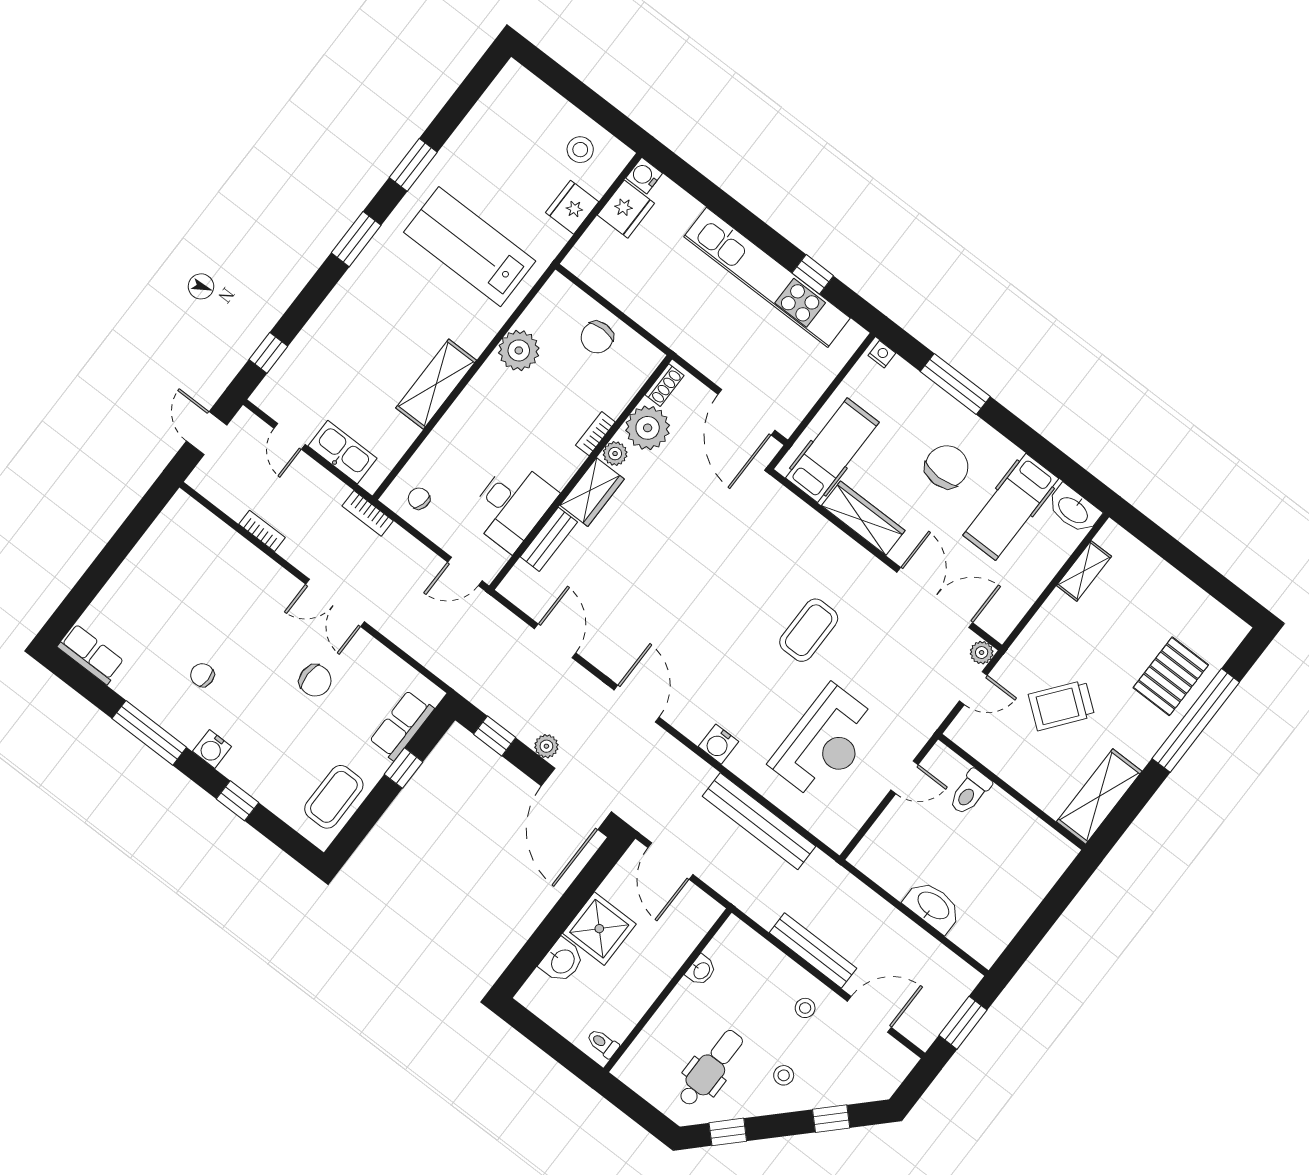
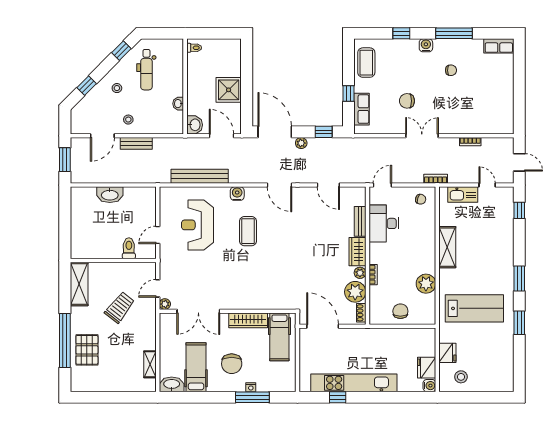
nightstand: (882, 354) -> (251, 387), moved
coffee table: (809, 630) -> (248, 231), moved
bench: (813, 950) -> (136, 143), width x0.73
washbasin: (562, 961) -> (195, 125), moved, turned 180

